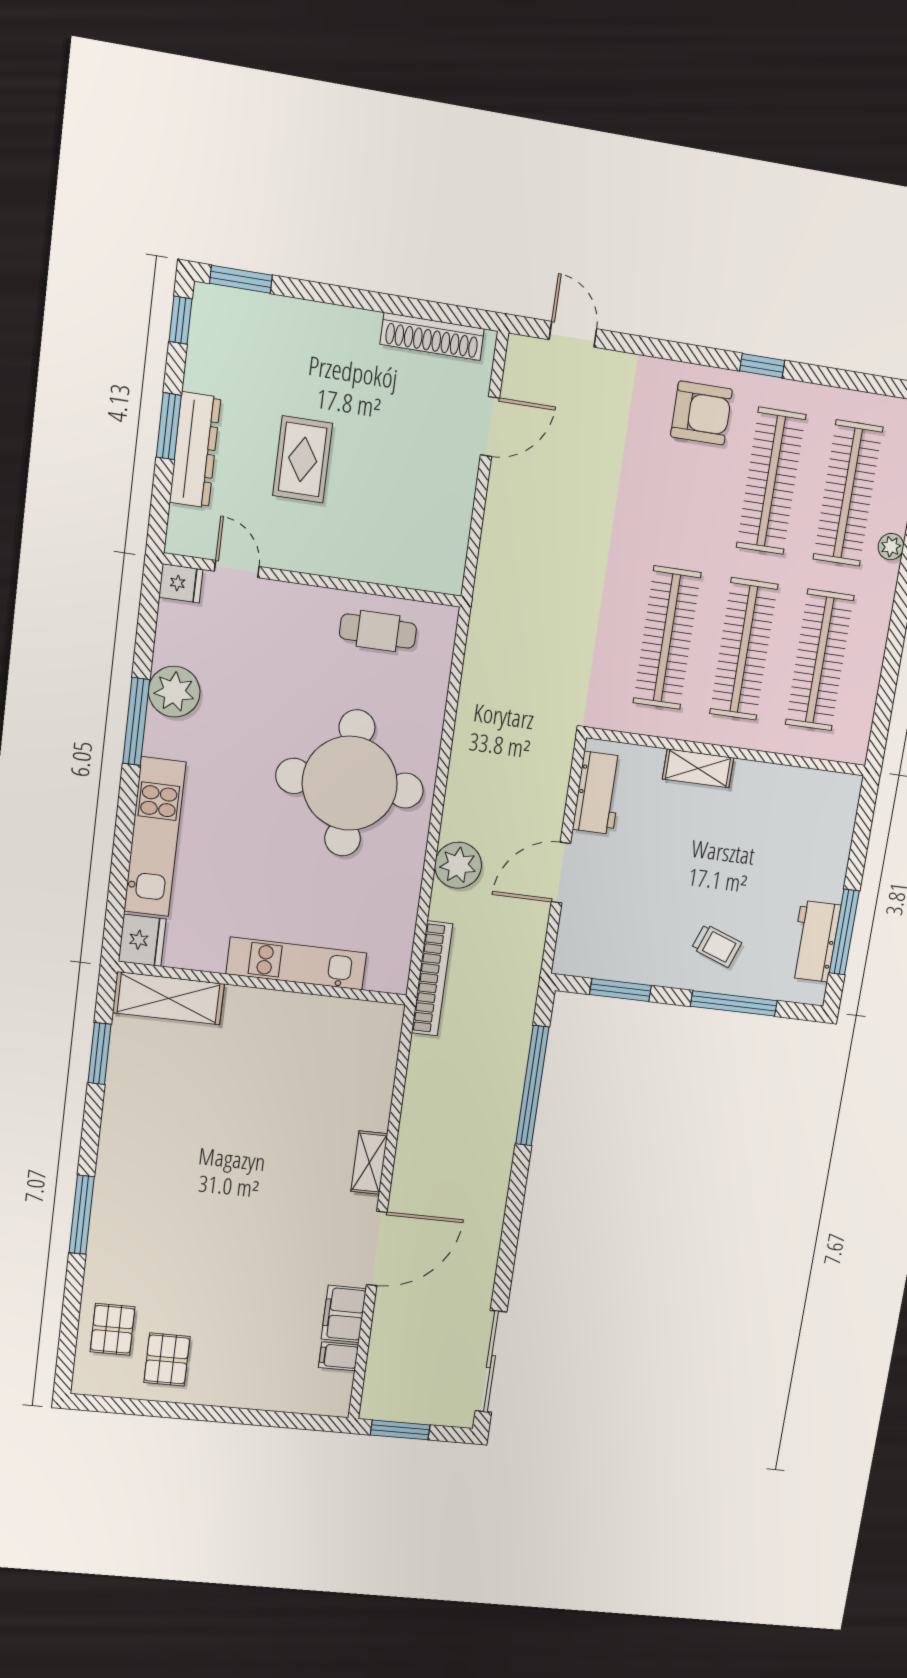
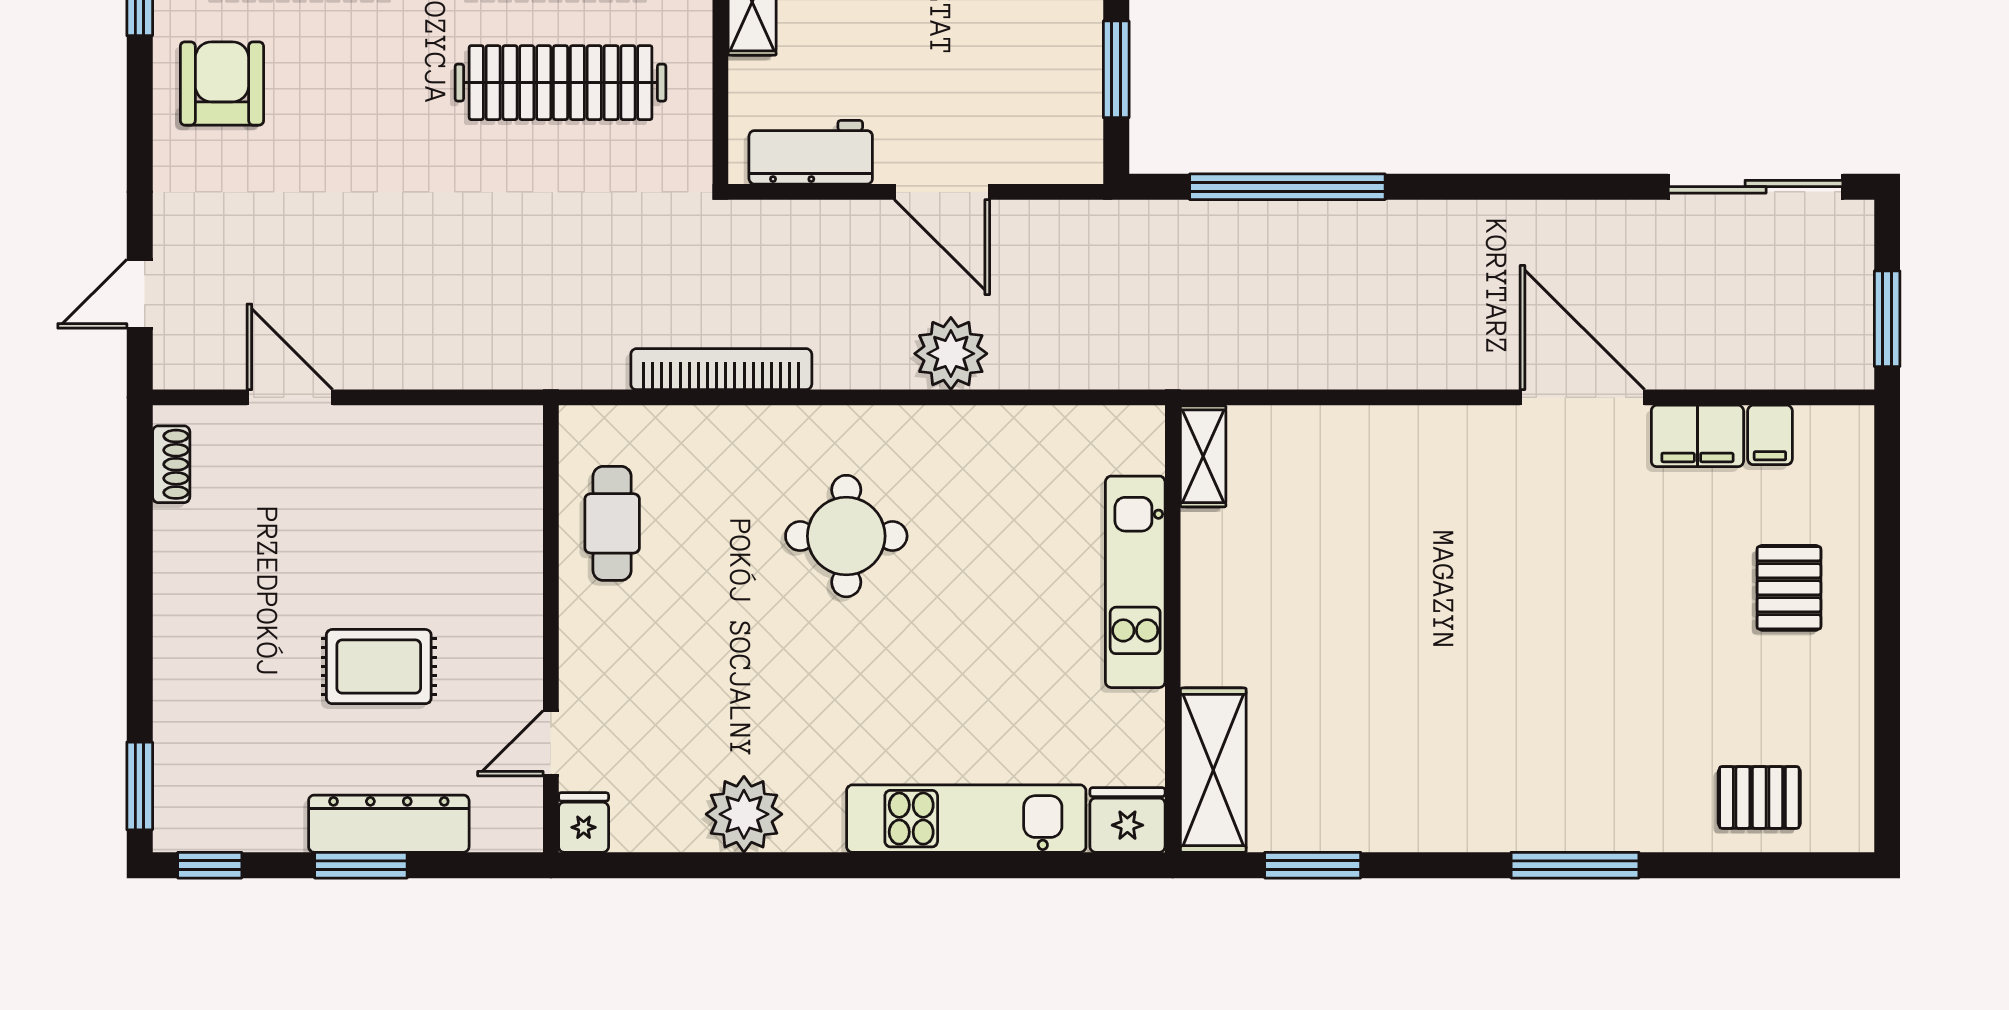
shoe rack: (432, 337) -> (171, 464), width x0.51, depth x0.81
window: (136, 722) -> (796, 865), removed
round table: (350, 783) -> (846, 536), width x0.54, depth x0.54
bookcase: (432, 978) -> (721, 369), moved
shelving: (369, 1163) -> (1203, 456), moved, turned 90
pallet: (167, 1359) -> (1789, 588), moved, turned 90

